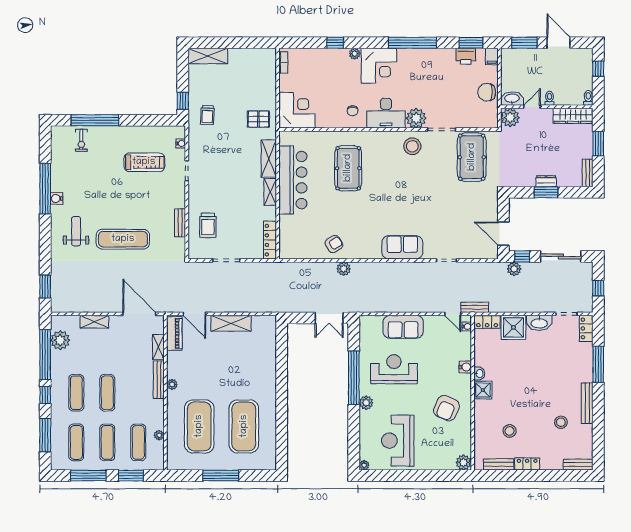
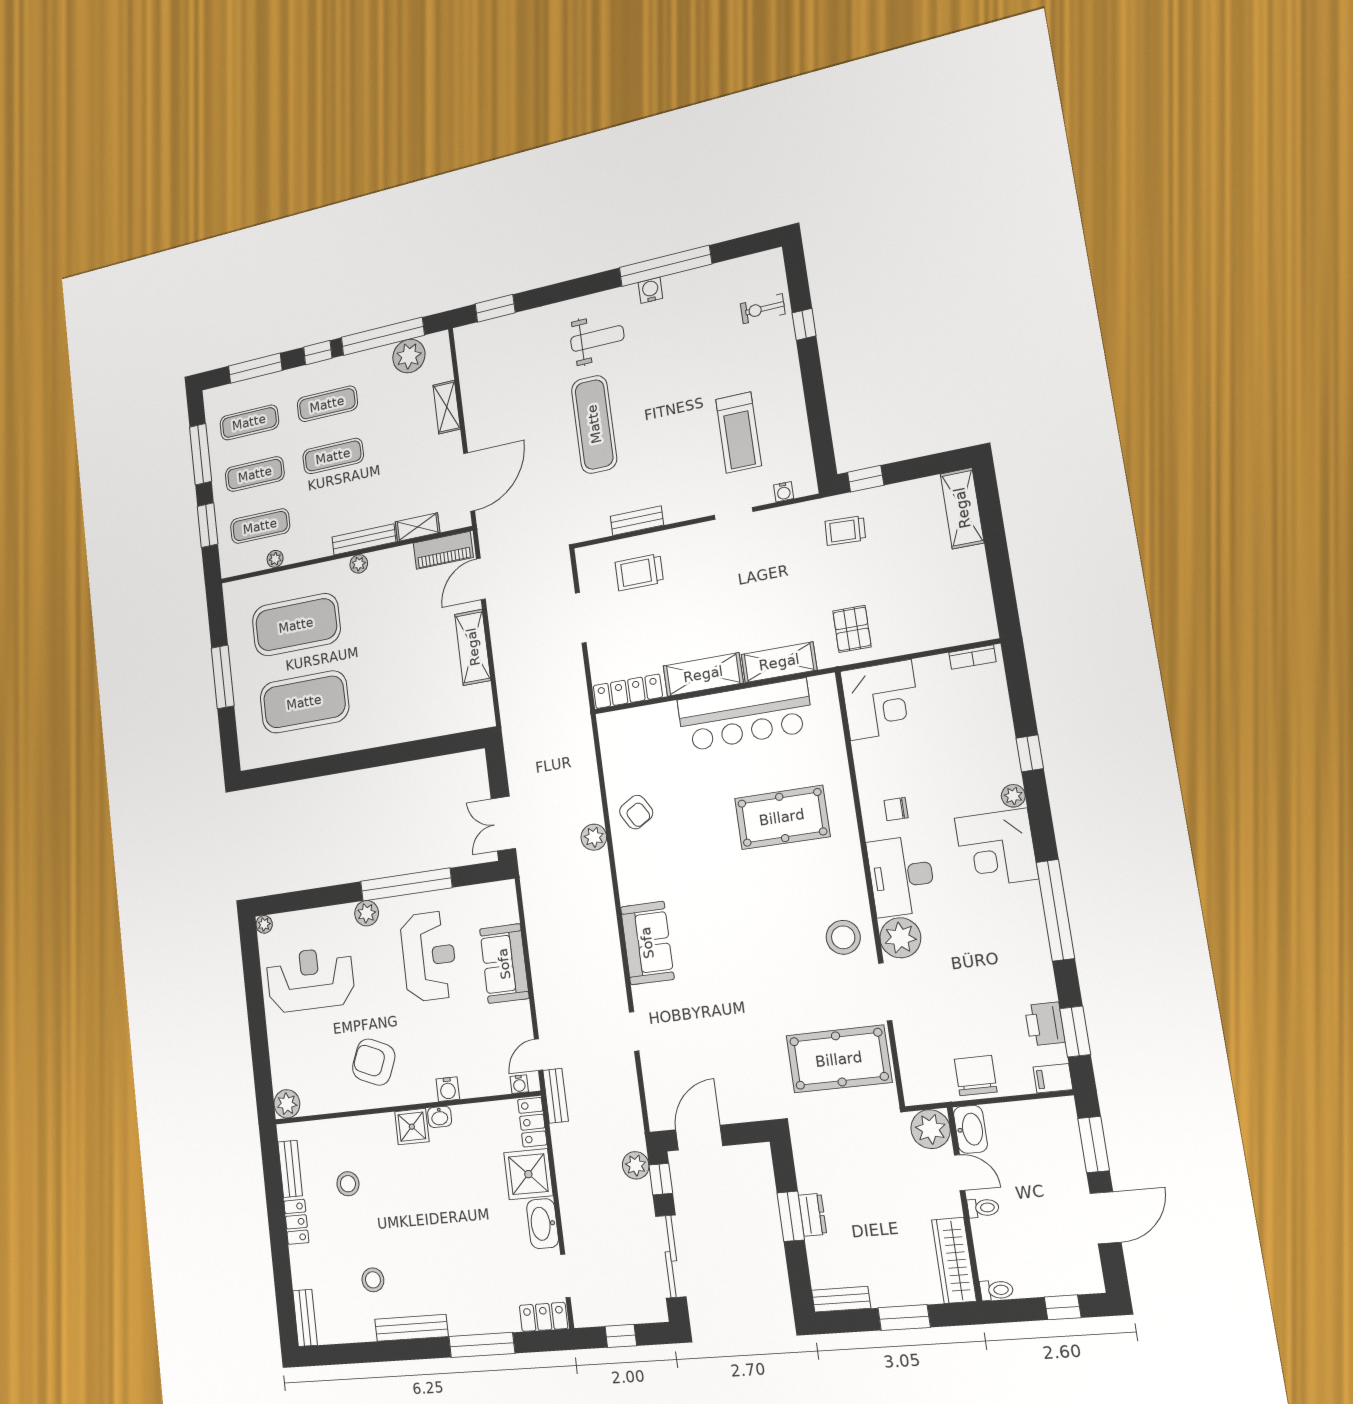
window: (95, 120) -> (804, 324), width x0.32
shelving: (270, 192) -> (703, 674), width x1.50, depth x1.33

